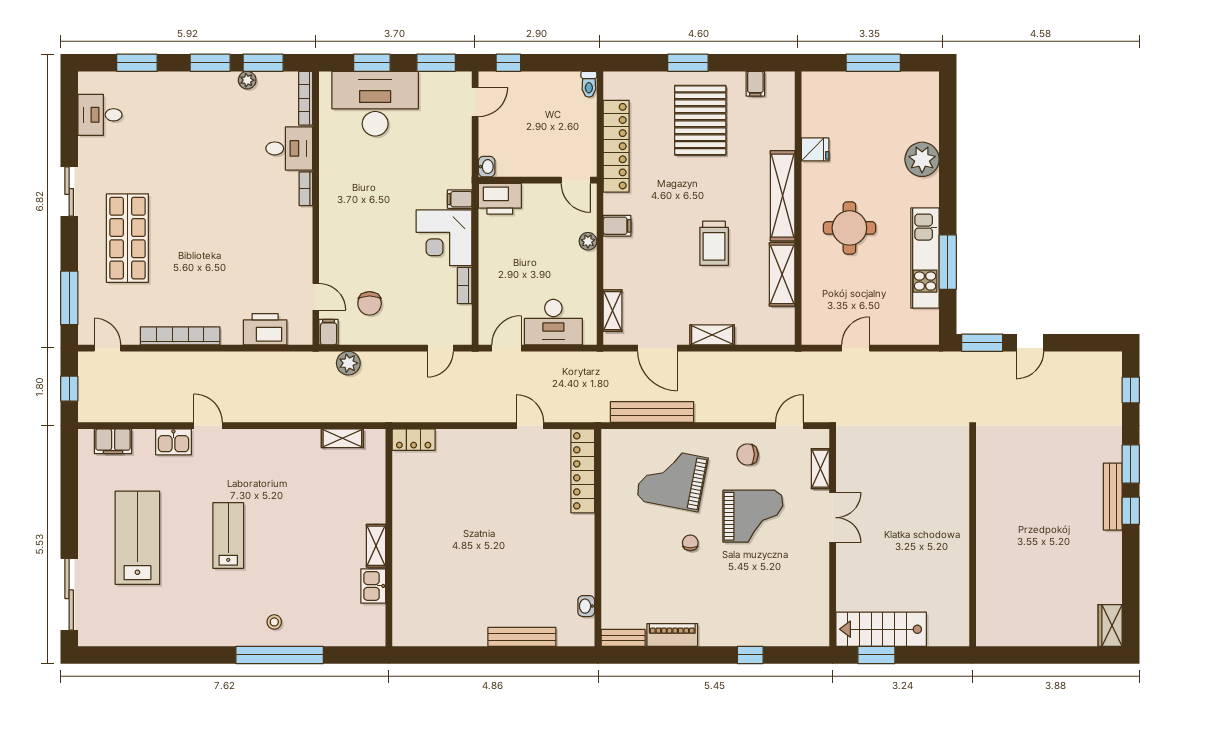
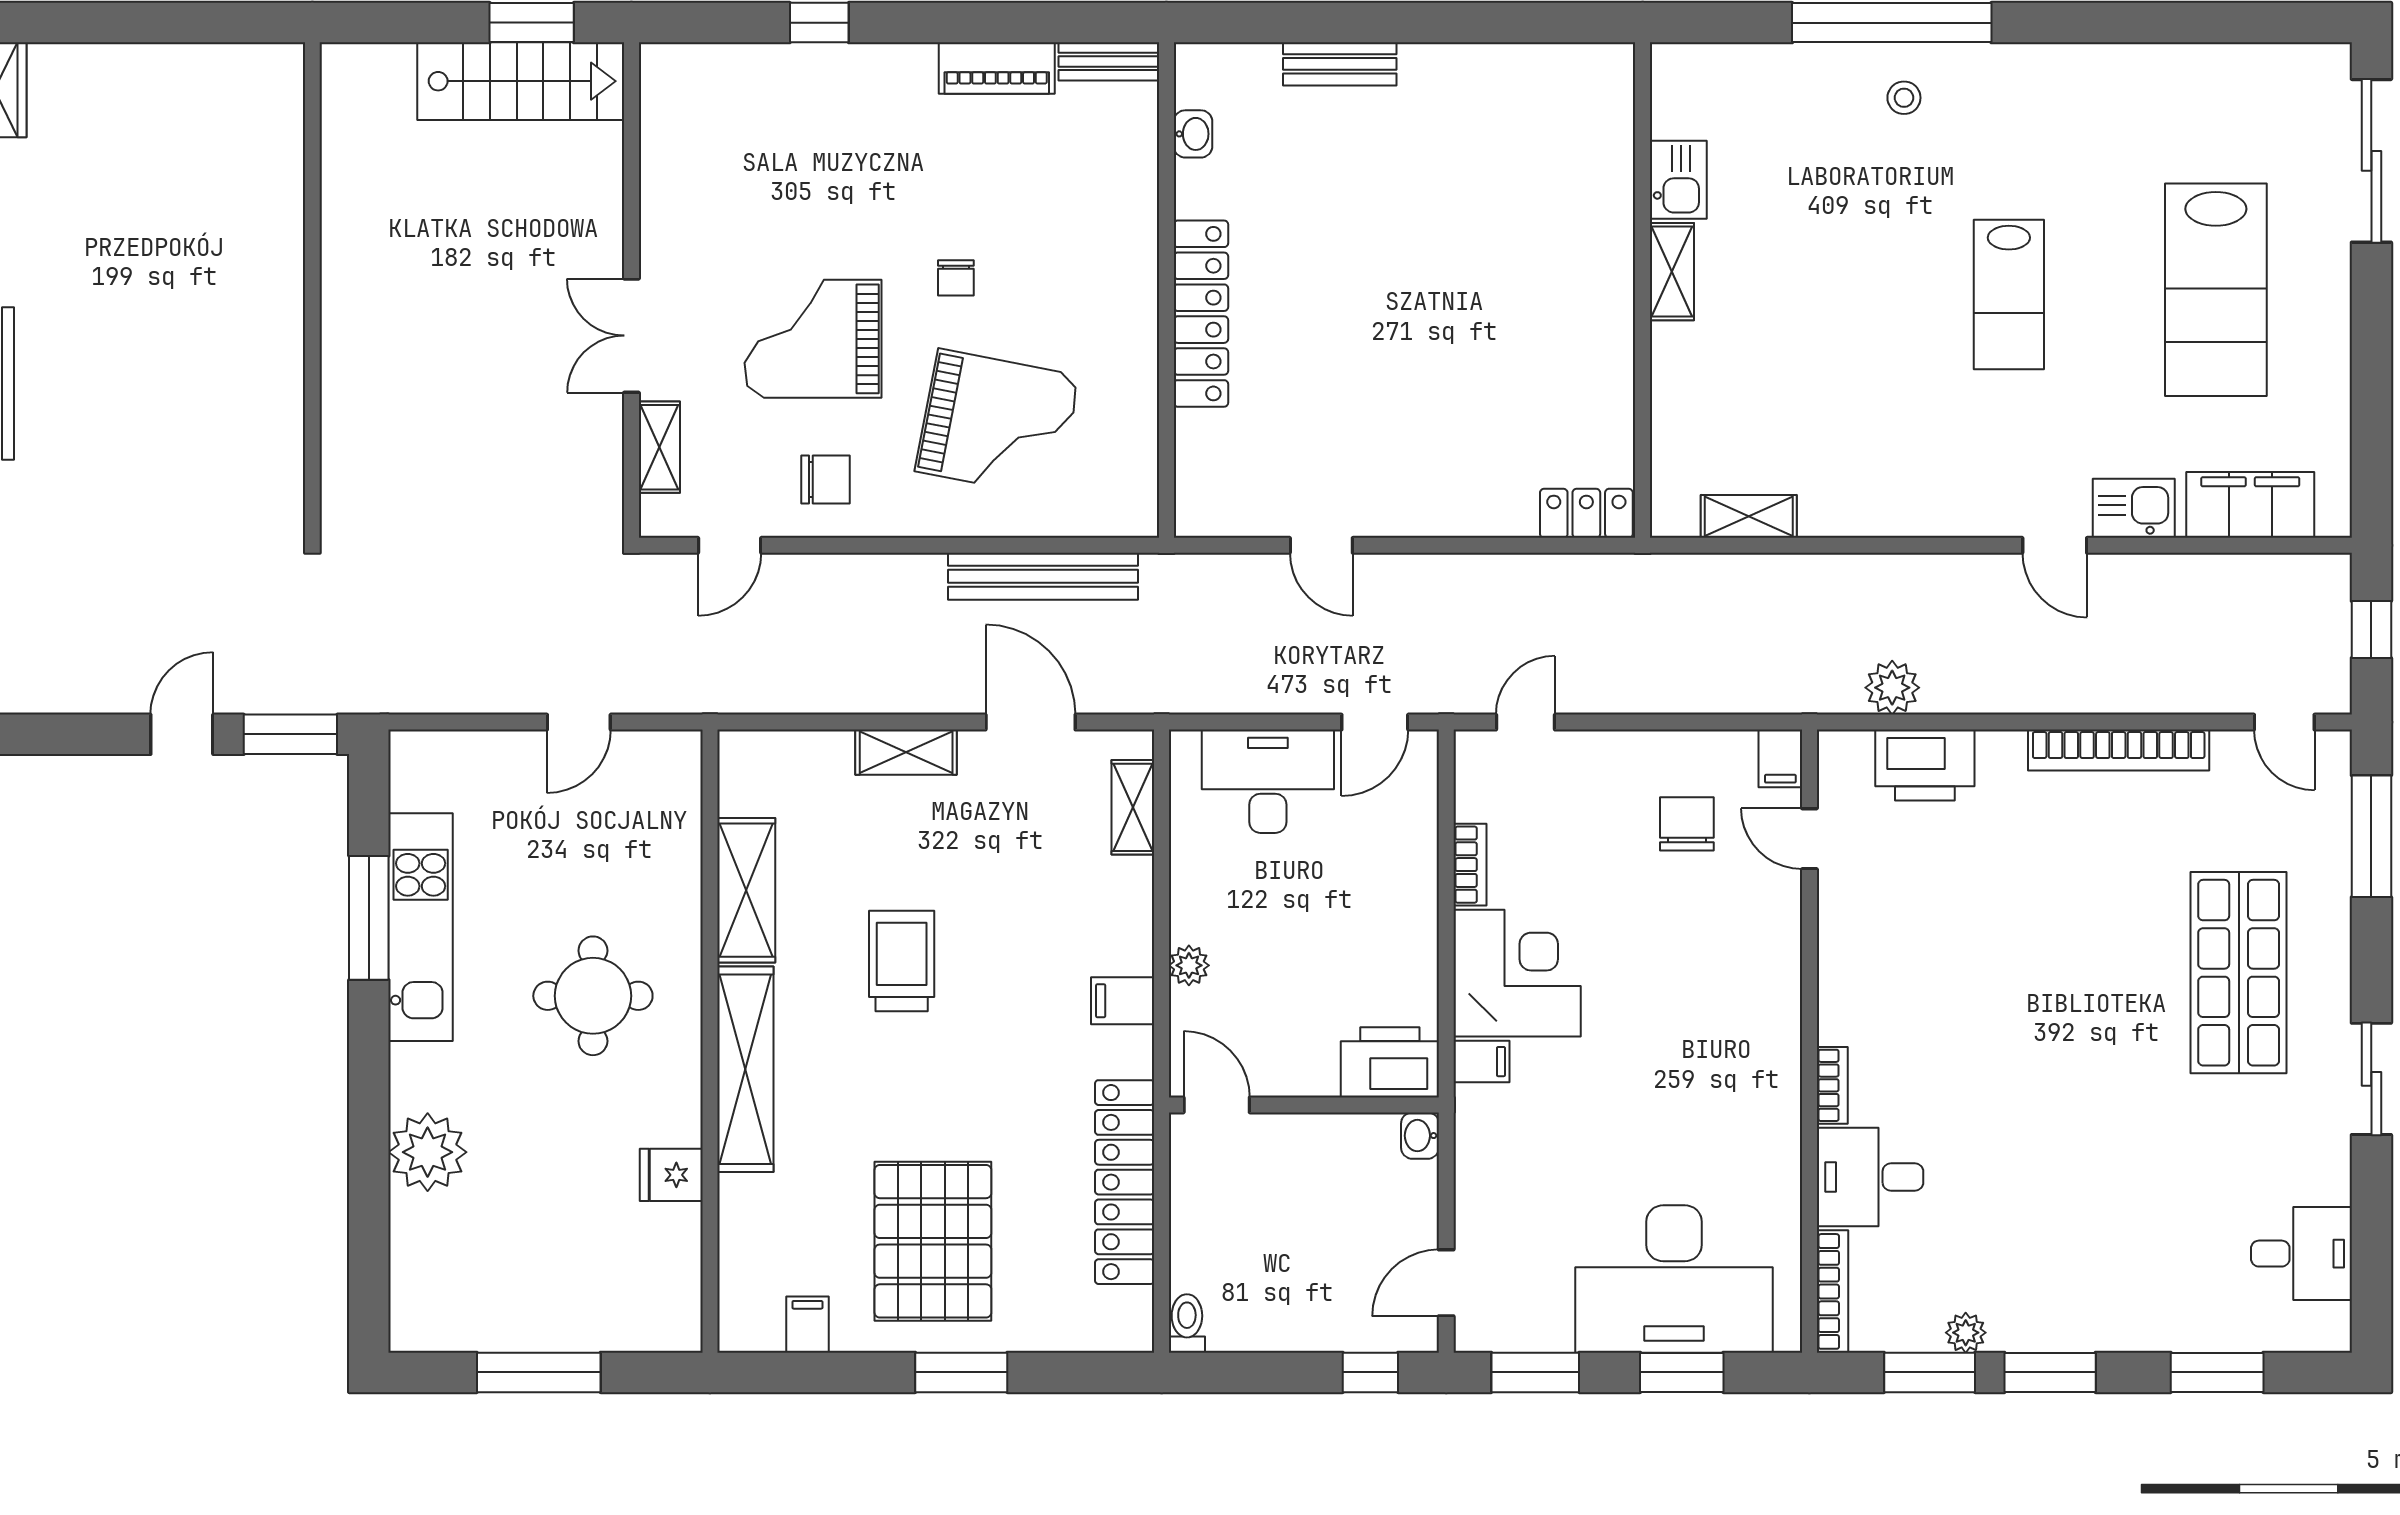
plant: (348, 363) -> (1892, 688), moved
filing cabinet: (113, 441) -> (2250, 505), width x1.50, depth x1.17
locker: (583, 471) -> (1201, 314), moved
bench: (522, 637) -> (1340, 64), width x0.73

